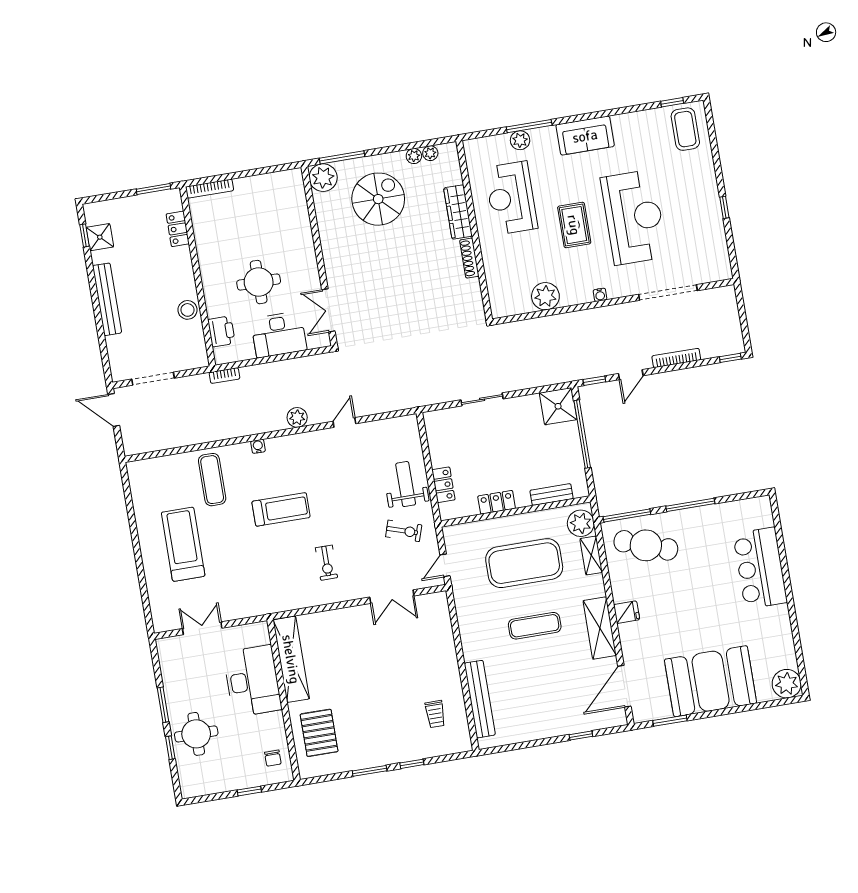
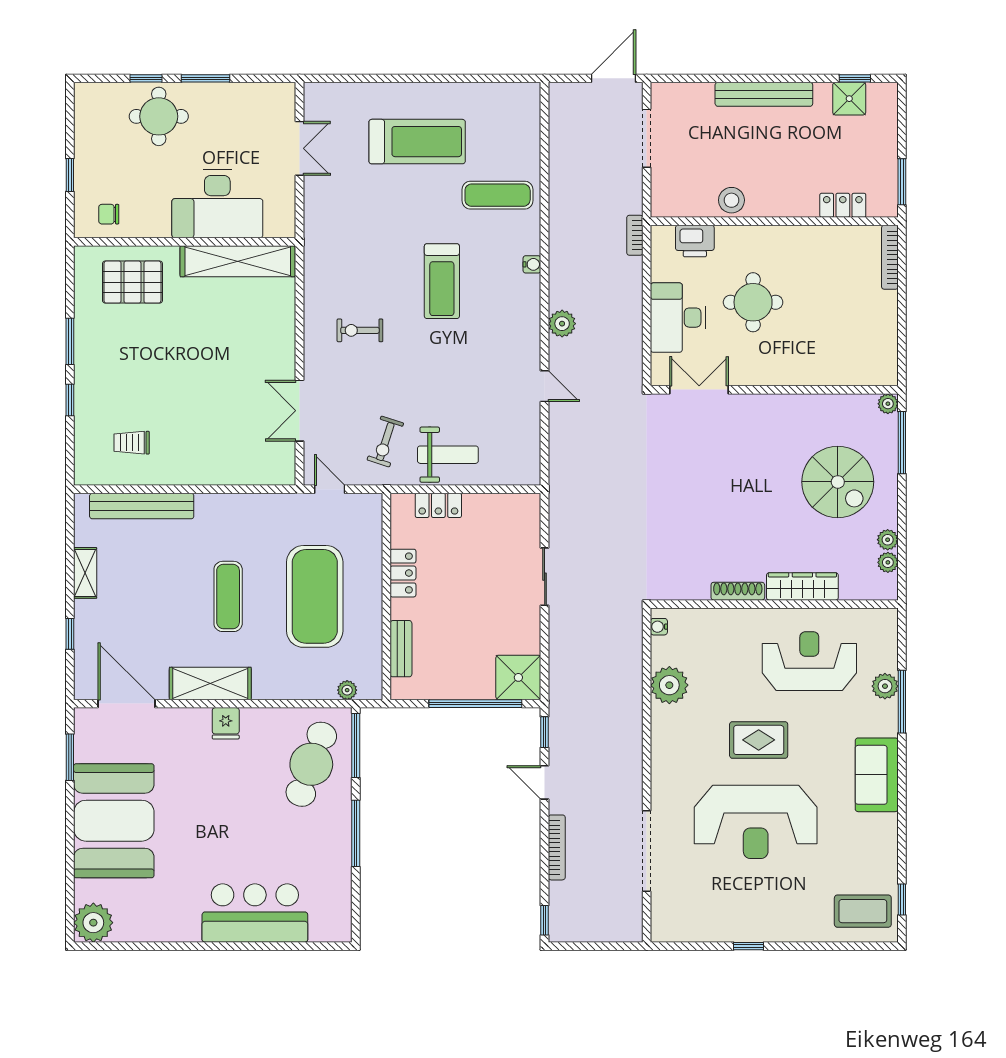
plant: (323, 178) -> (888, 404), width x0.53, depth x0.53
water cooler: (600, 295) -> (659, 627), moved
plant: (581, 523) -> (347, 690), width x0.53, depth x0.53
shelving: (591, 555) -> (85, 573), moved, turned 90

